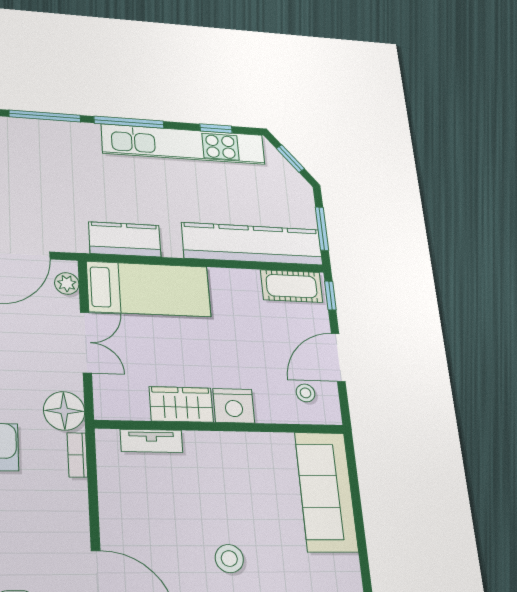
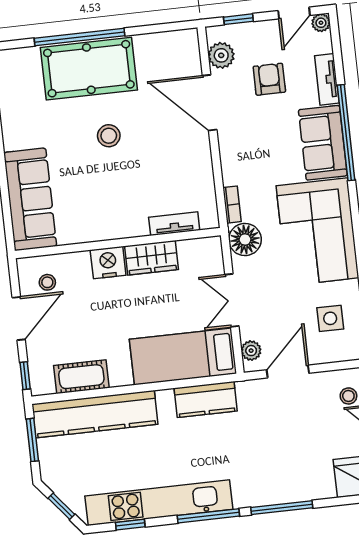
cot: (292, 286) -> (81, 377), moved

